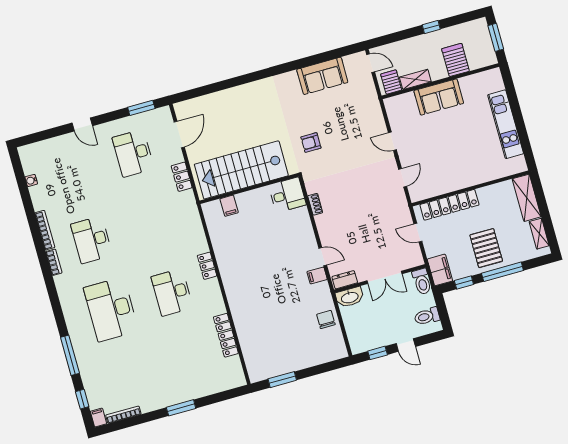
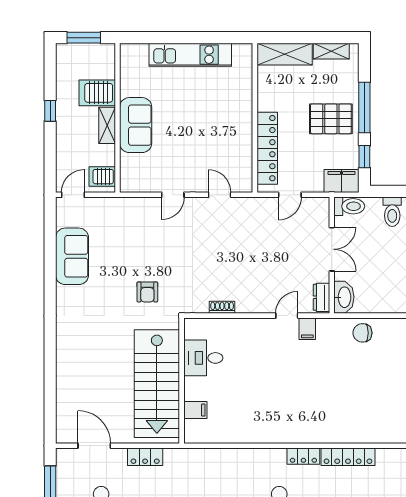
shelving: (415, 79) -> (107, 125), moved
desk: (287, 195) -> (203, 358), moved, turned -90
locker: (207, 266) -> (303, 456), moved

